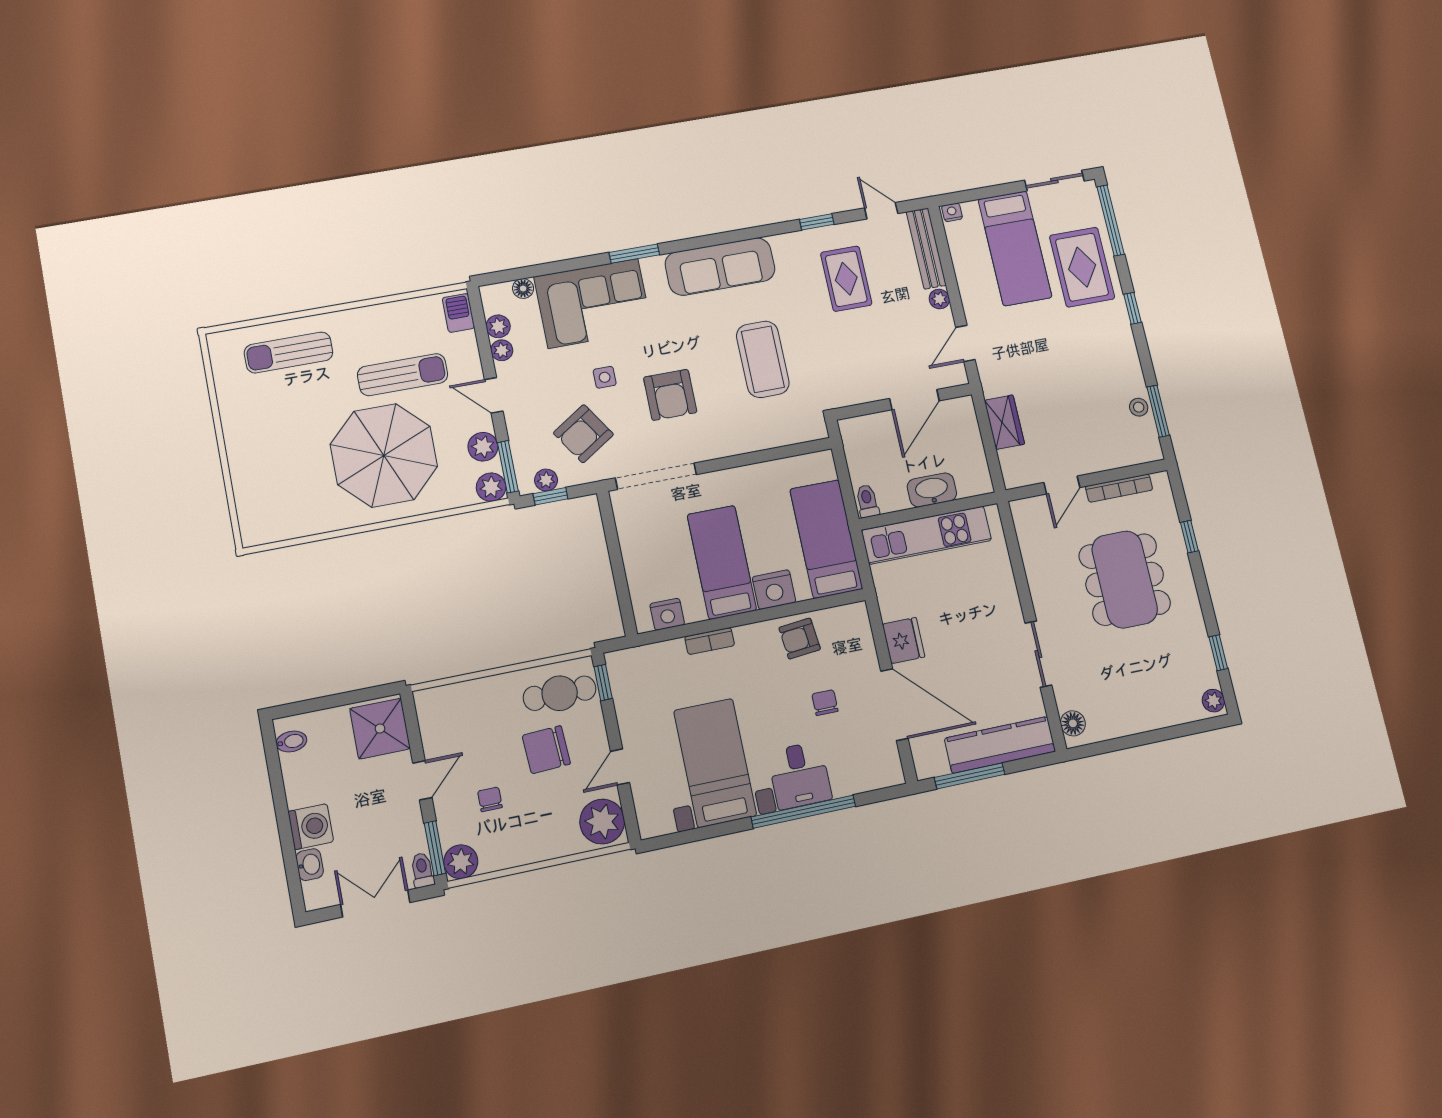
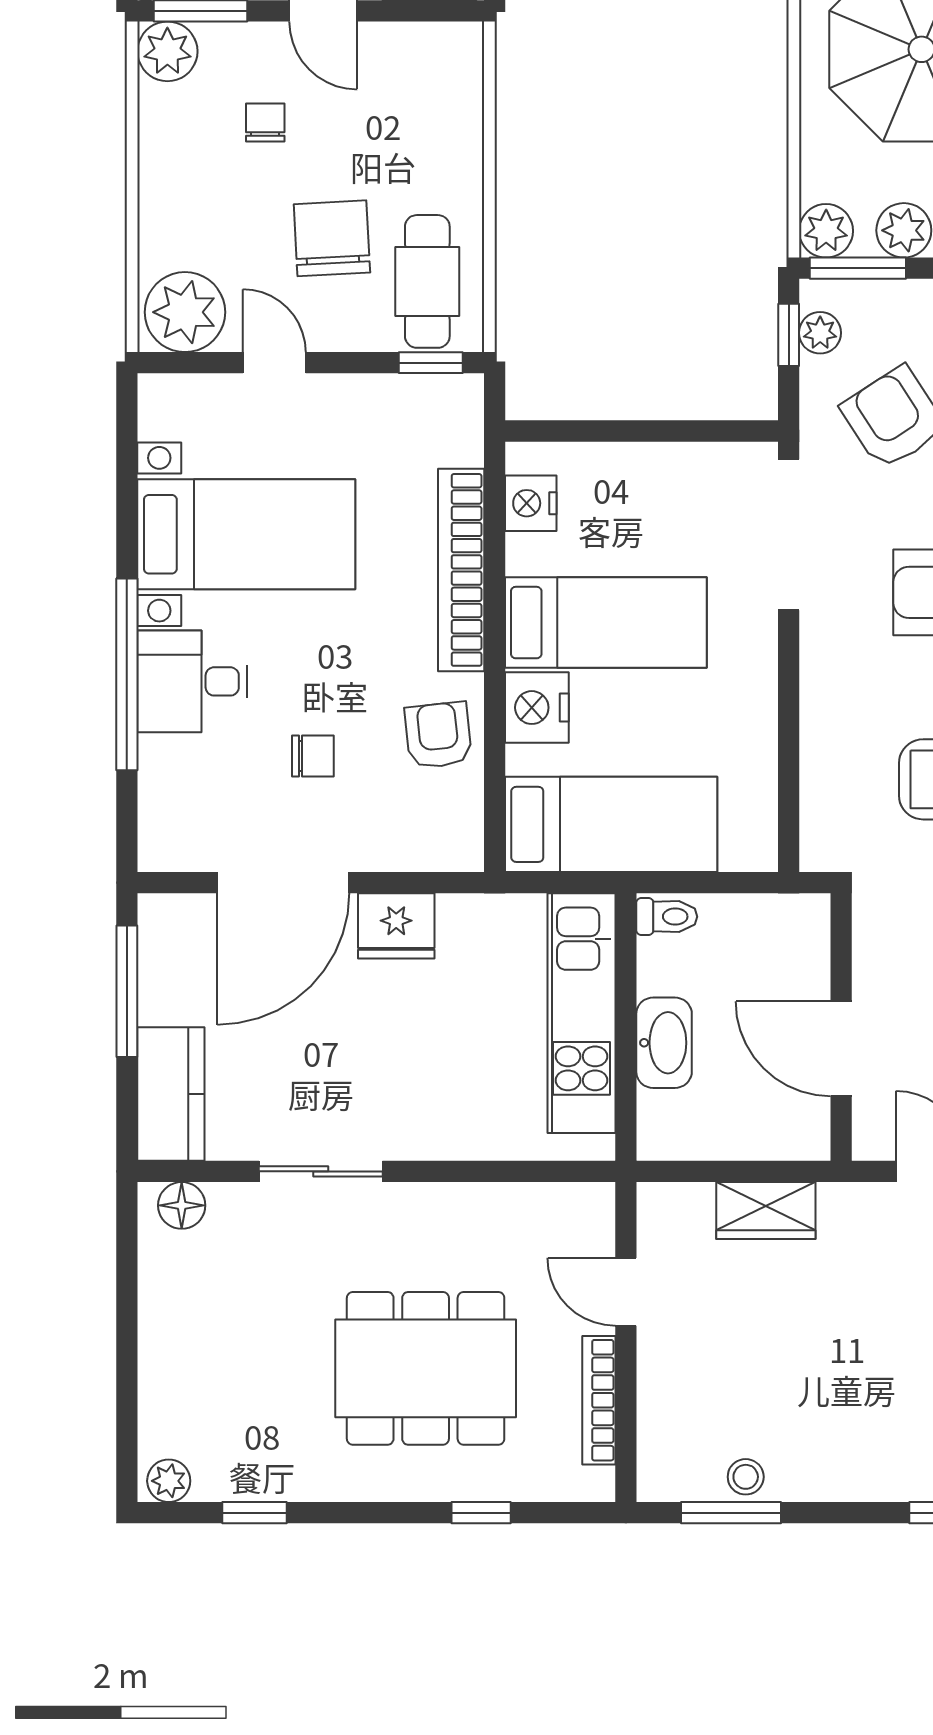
bookcase: (710, 641) -> (461, 570), width x2.31, depth x1.31
kitchen counter: (1000, 745) -> (171, 1094), width x0.67
chair: (490, 799) -> (265, 123), turned -90

